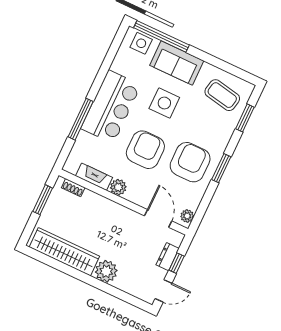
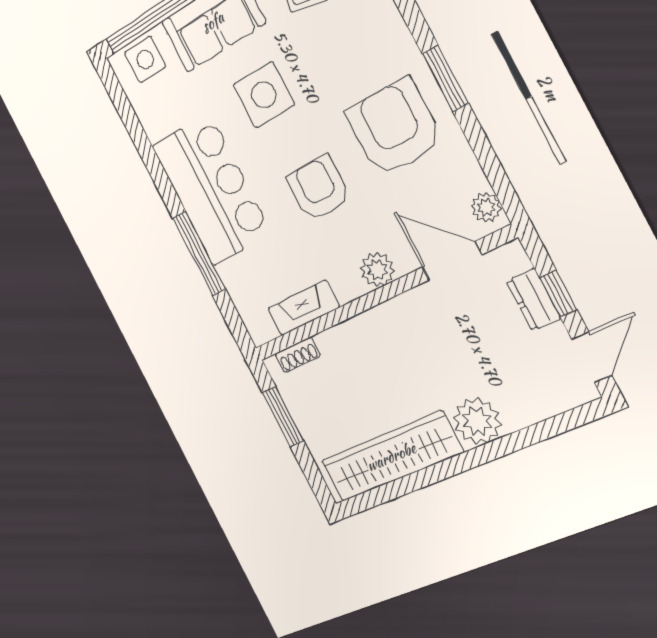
armchair: (145, 150) -> (319, 188), width x0.73, depth x0.73
plant: (118, 187) -> (377, 270), moved

